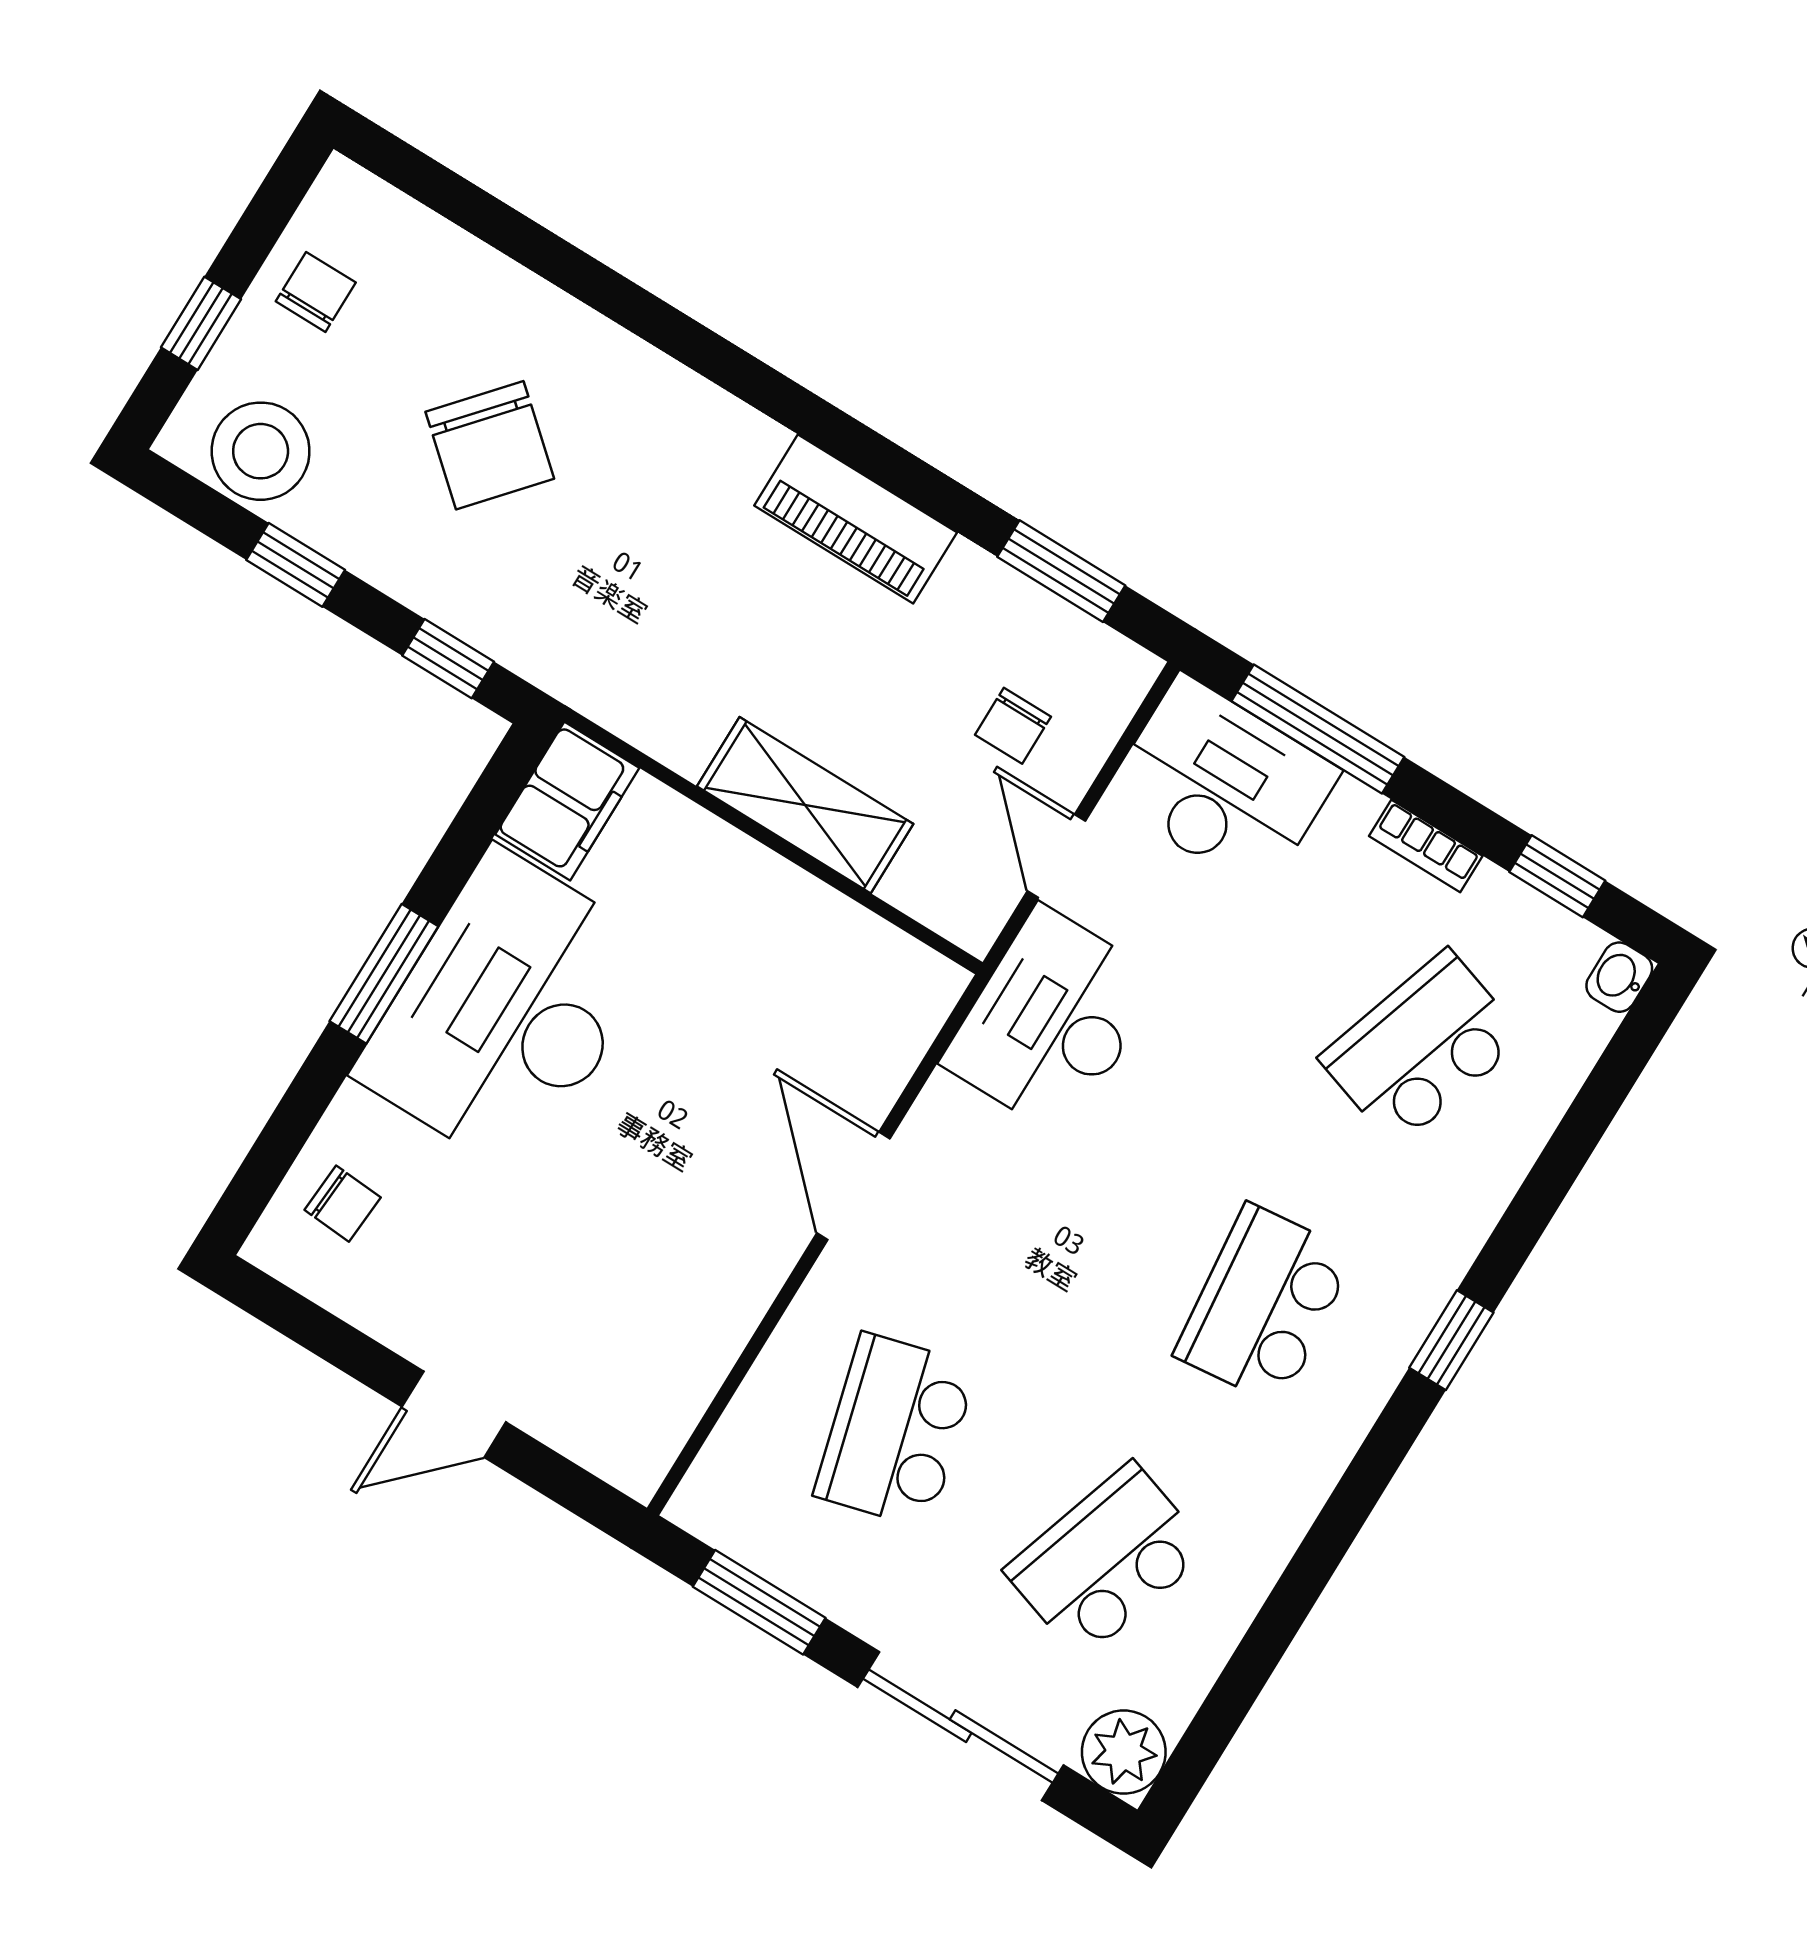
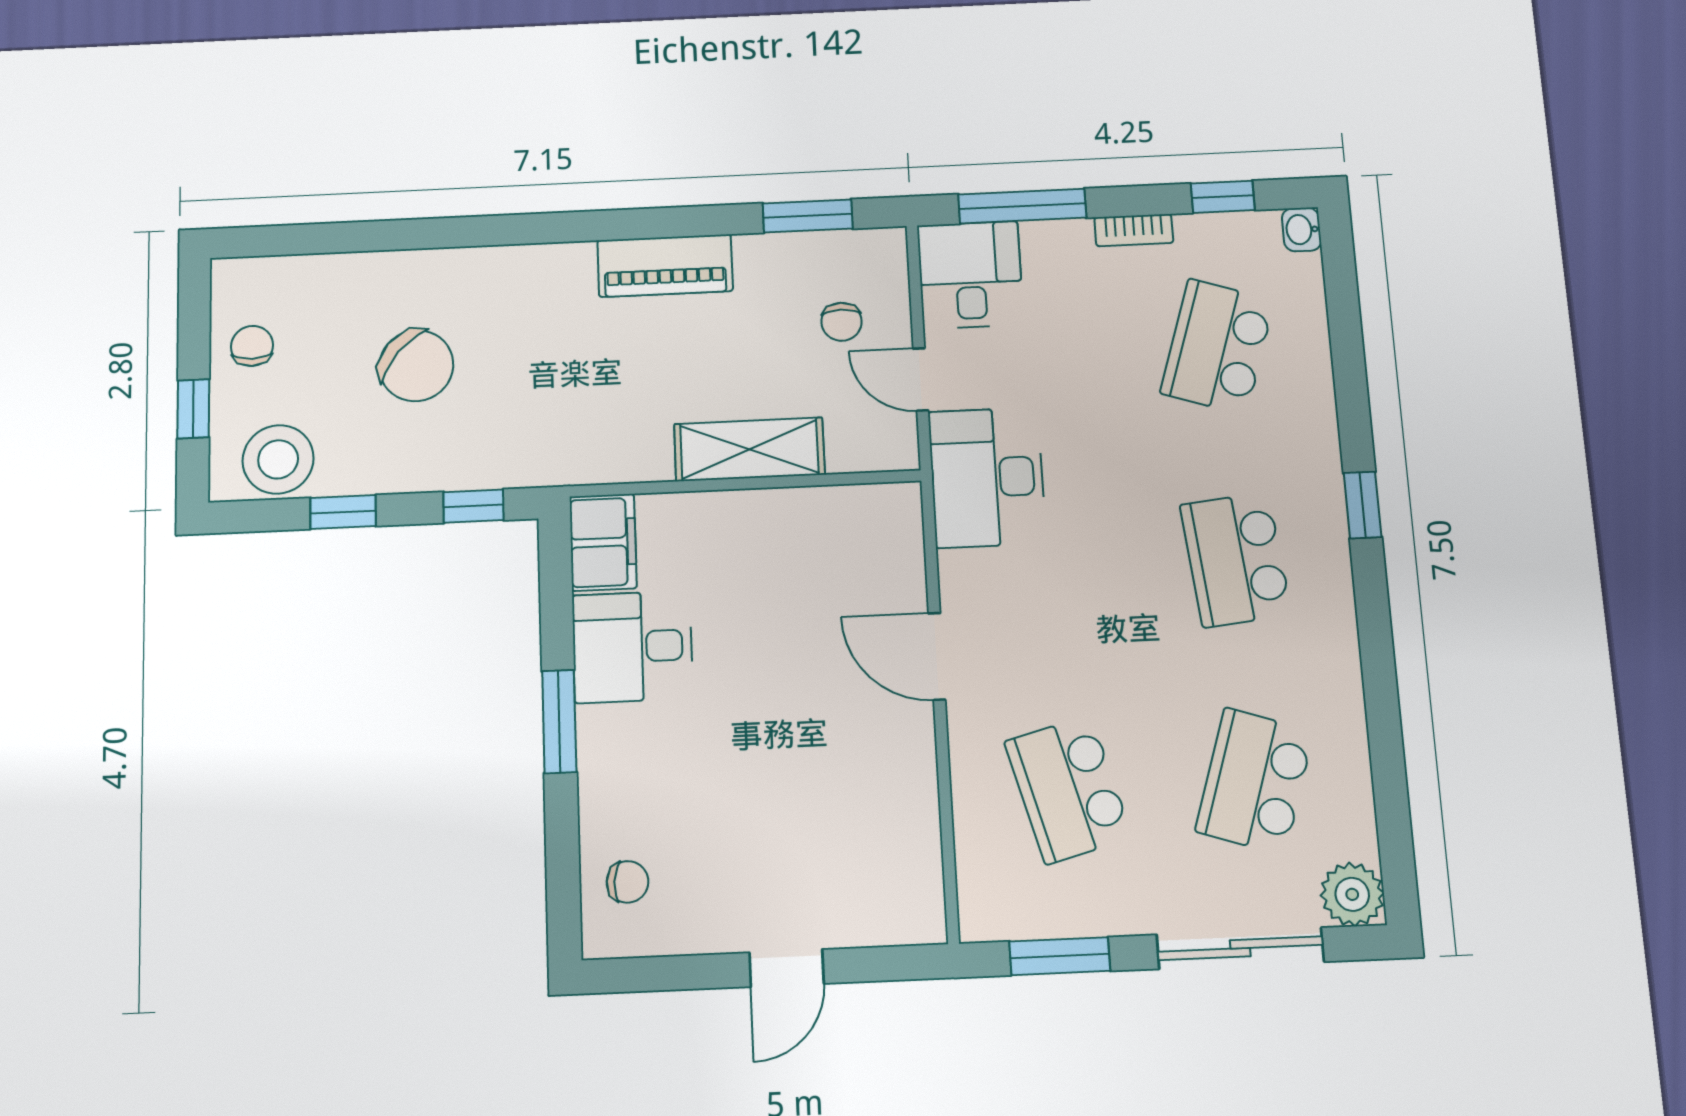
desk: (1222, 784) -> (970, 275), width x0.73
desk: (508, 1012) -> (632, 647), width x0.53, depth x0.77

